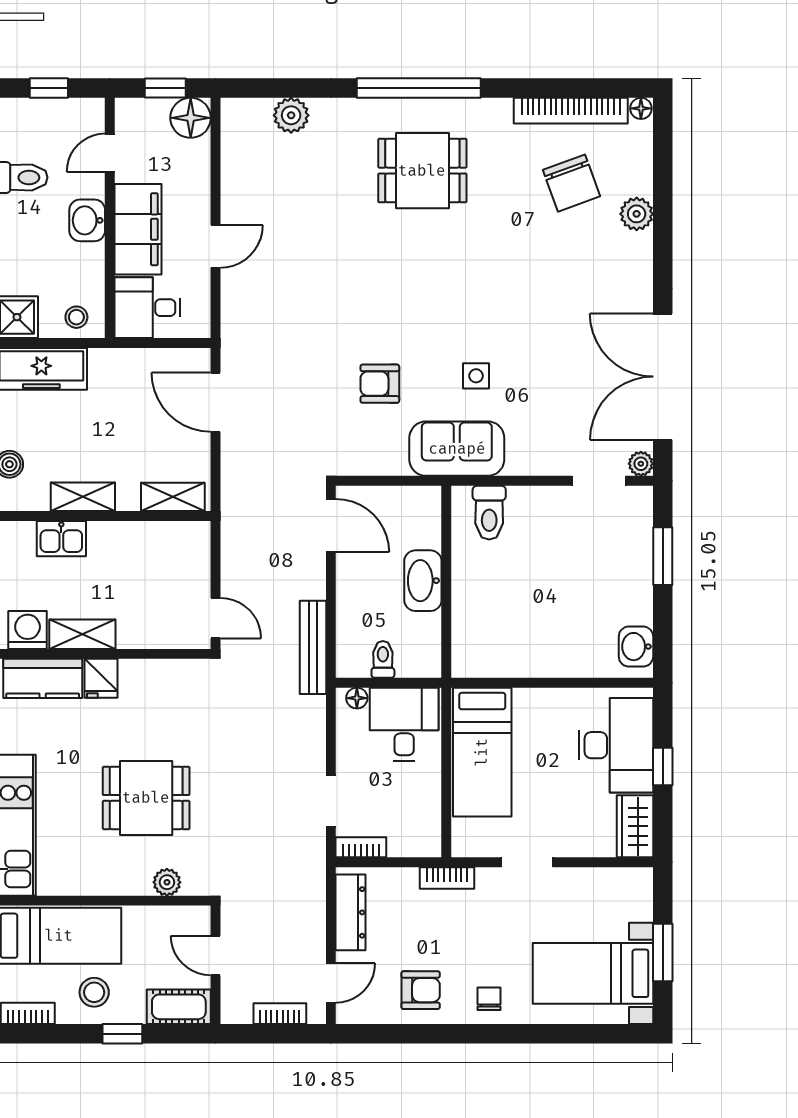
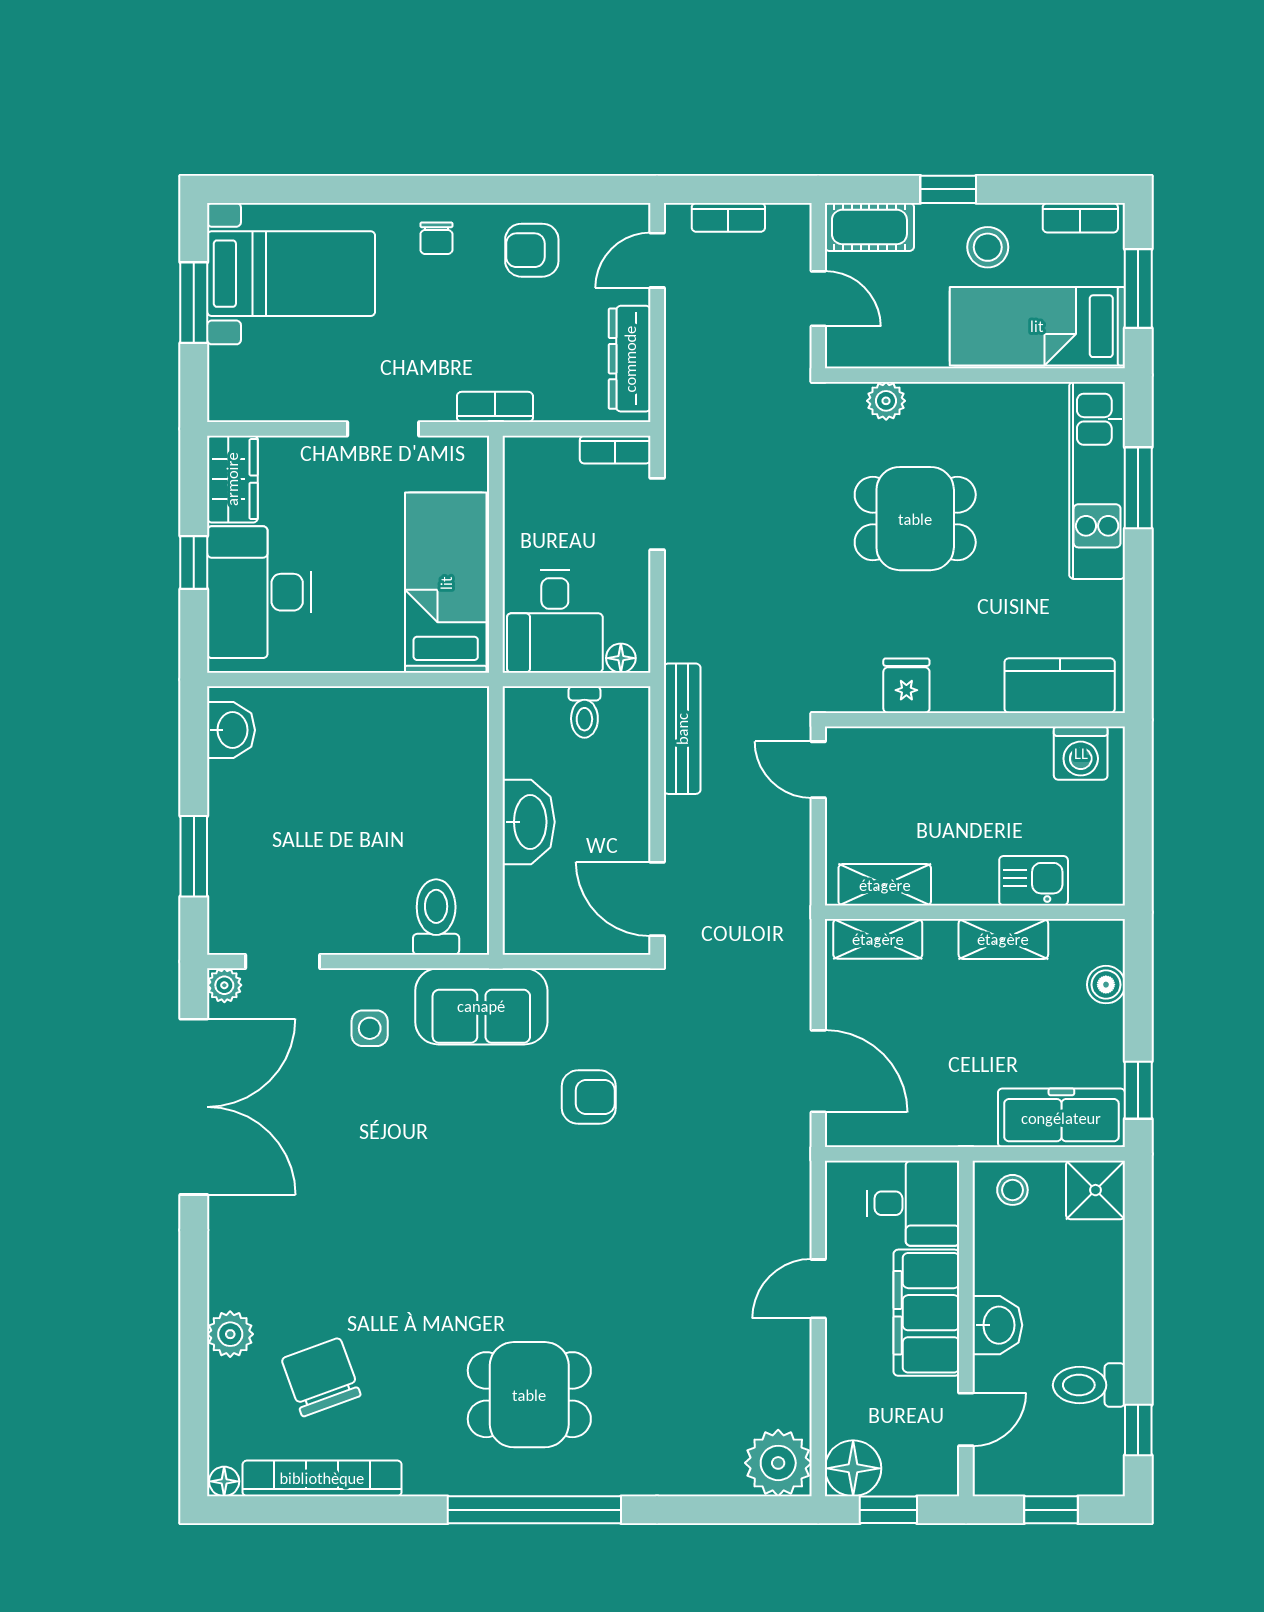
plant: (291, 115) -> (778, 1463), moved, width x1.36, depth x1.36
side table: (476, 376) -> (370, 1028), moved
shelving: (82, 634) -> (885, 885), moved
fridge: (101, 678) -> (906, 686), moved

